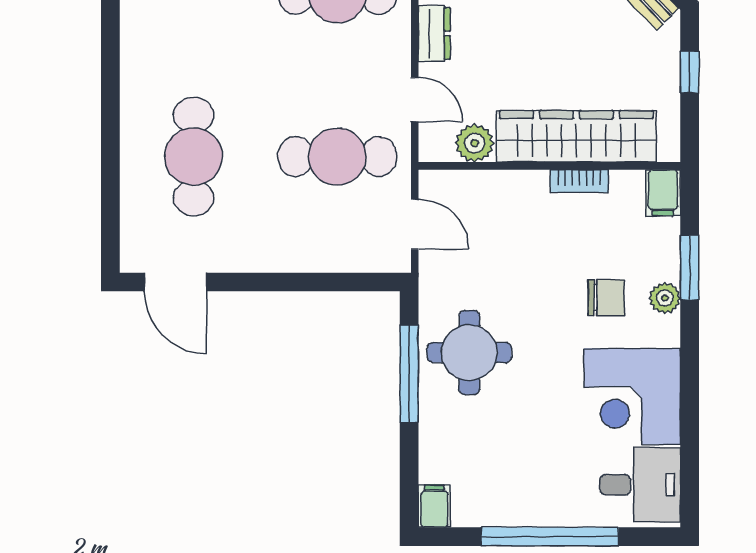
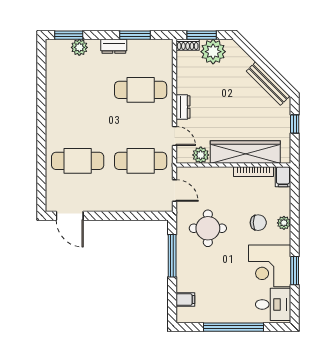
cafe table: (193, 157) -> (78, 161), turned 90
bookcase: (579, 181) -> (254, 172), width x1.56
window: (690, 268) -> (295, 271), moved
round table: (469, 353) -> (208, 228), moved
filing cabinet: (434, 506) -> (185, 300), moved, turned 90

